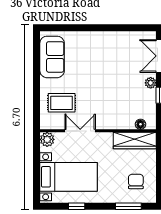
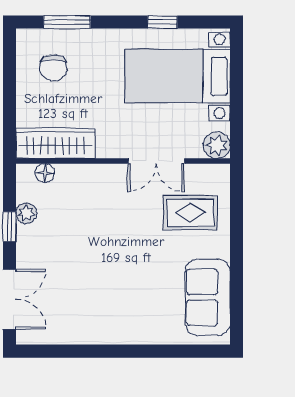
plant: (151, 83) -> (26, 213), moved

